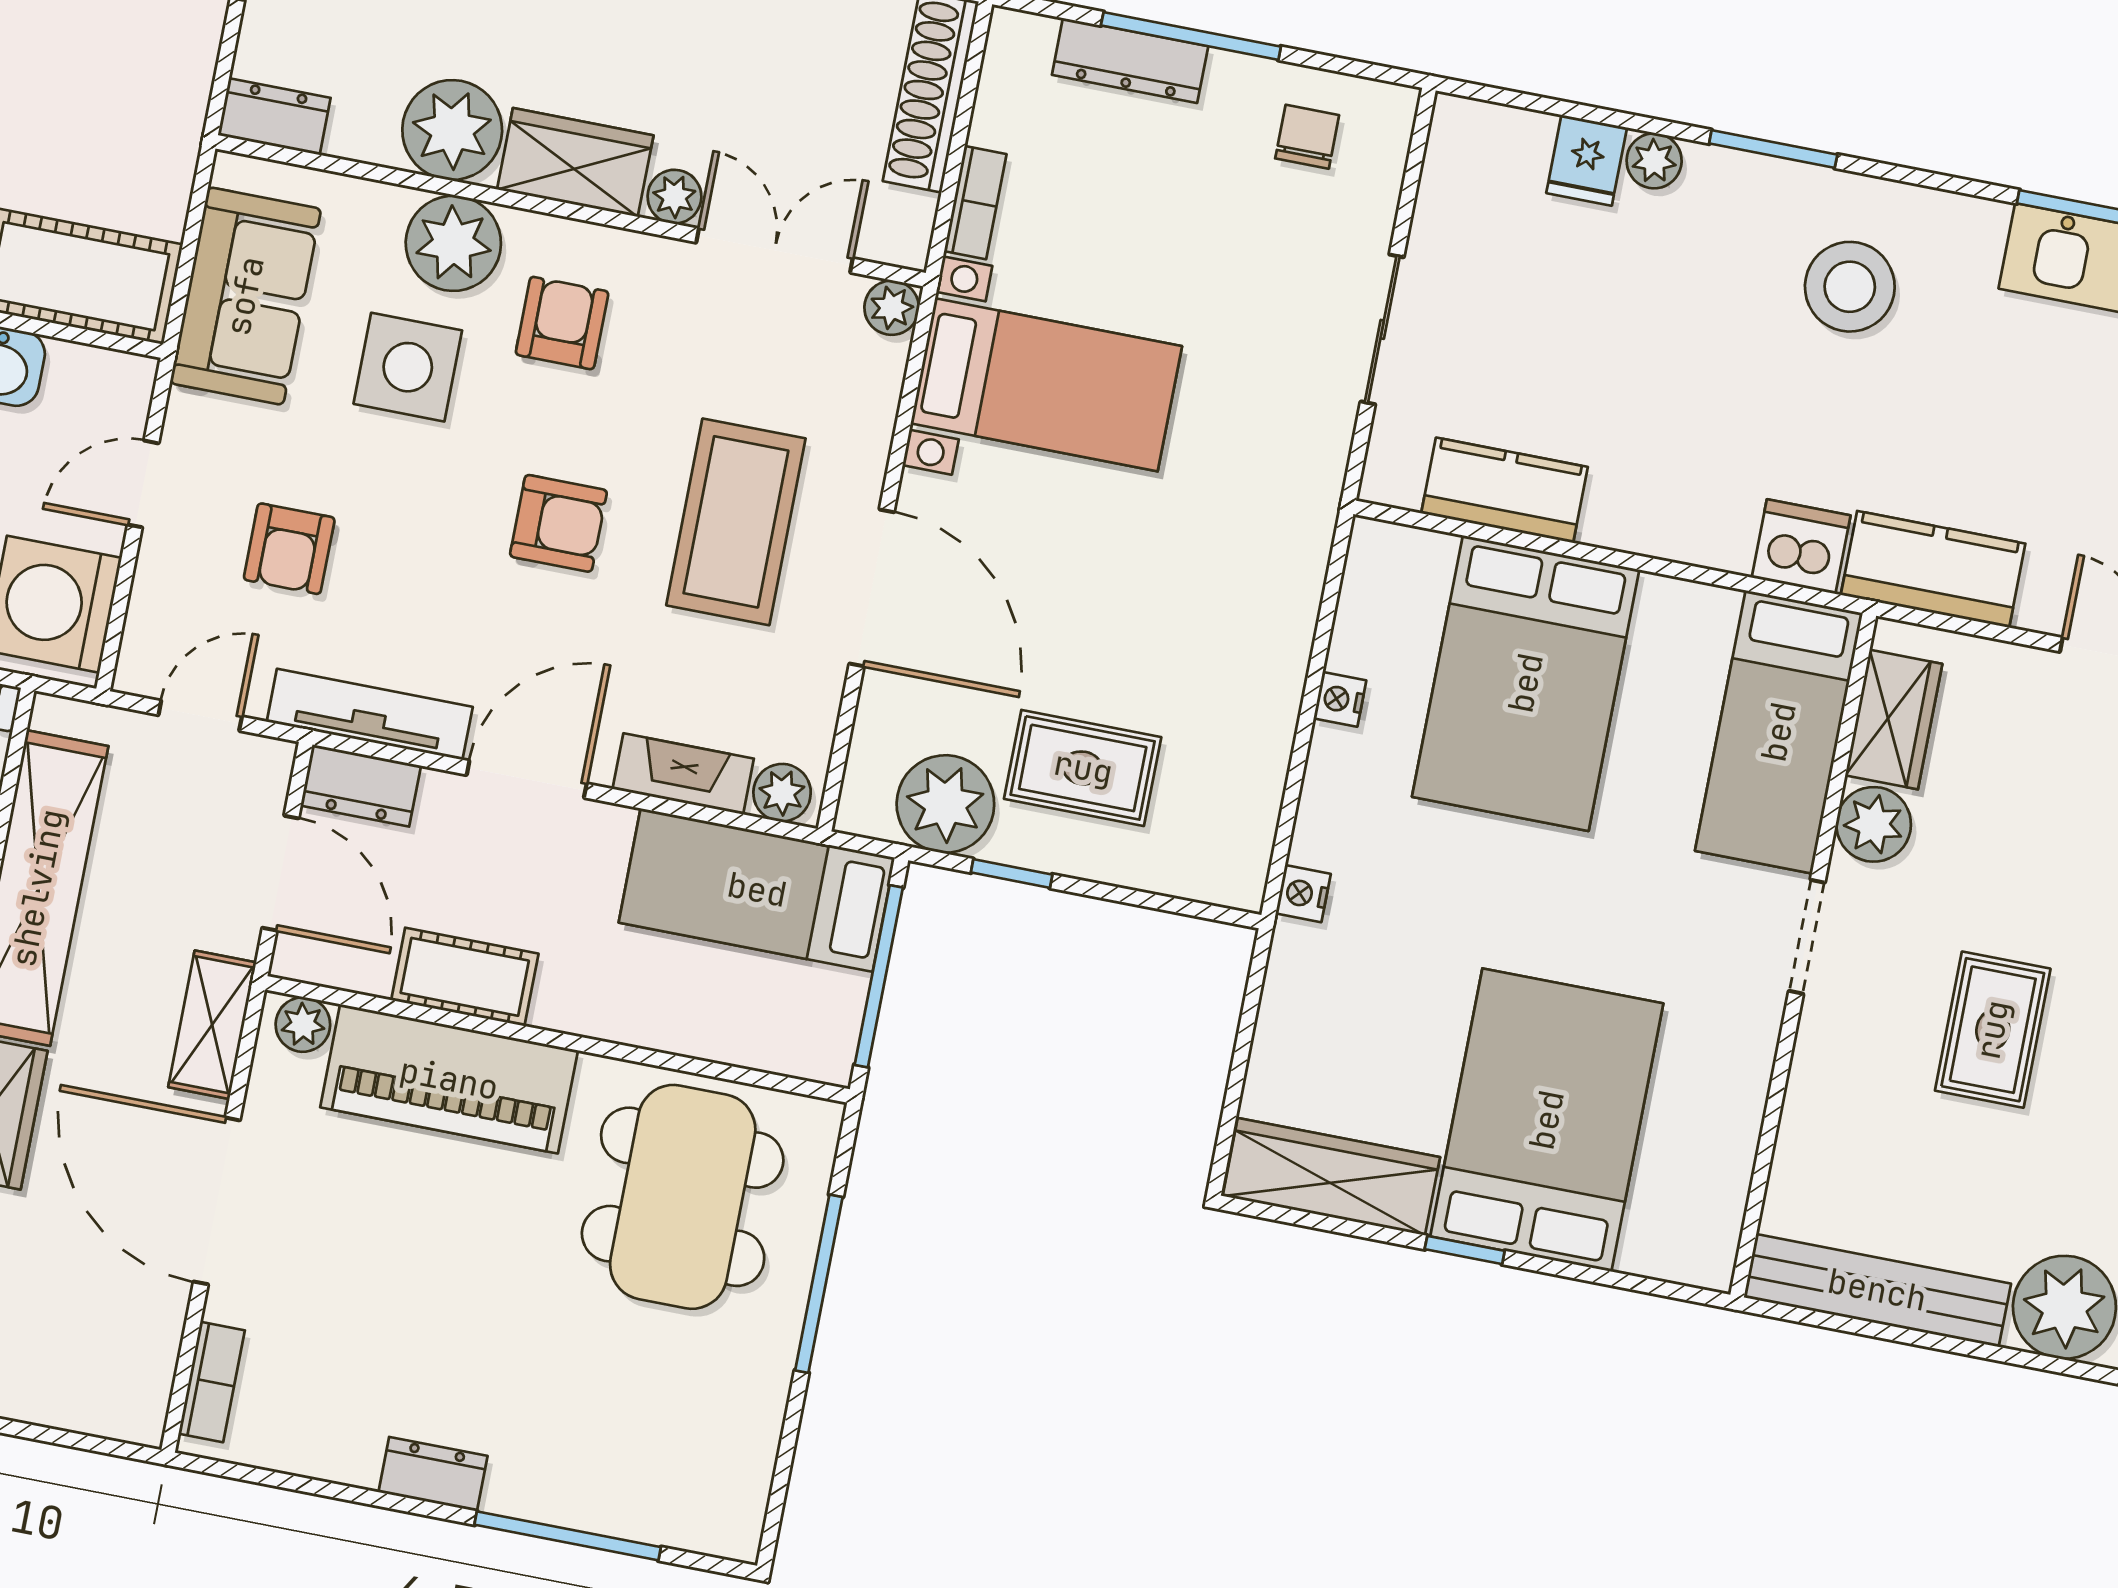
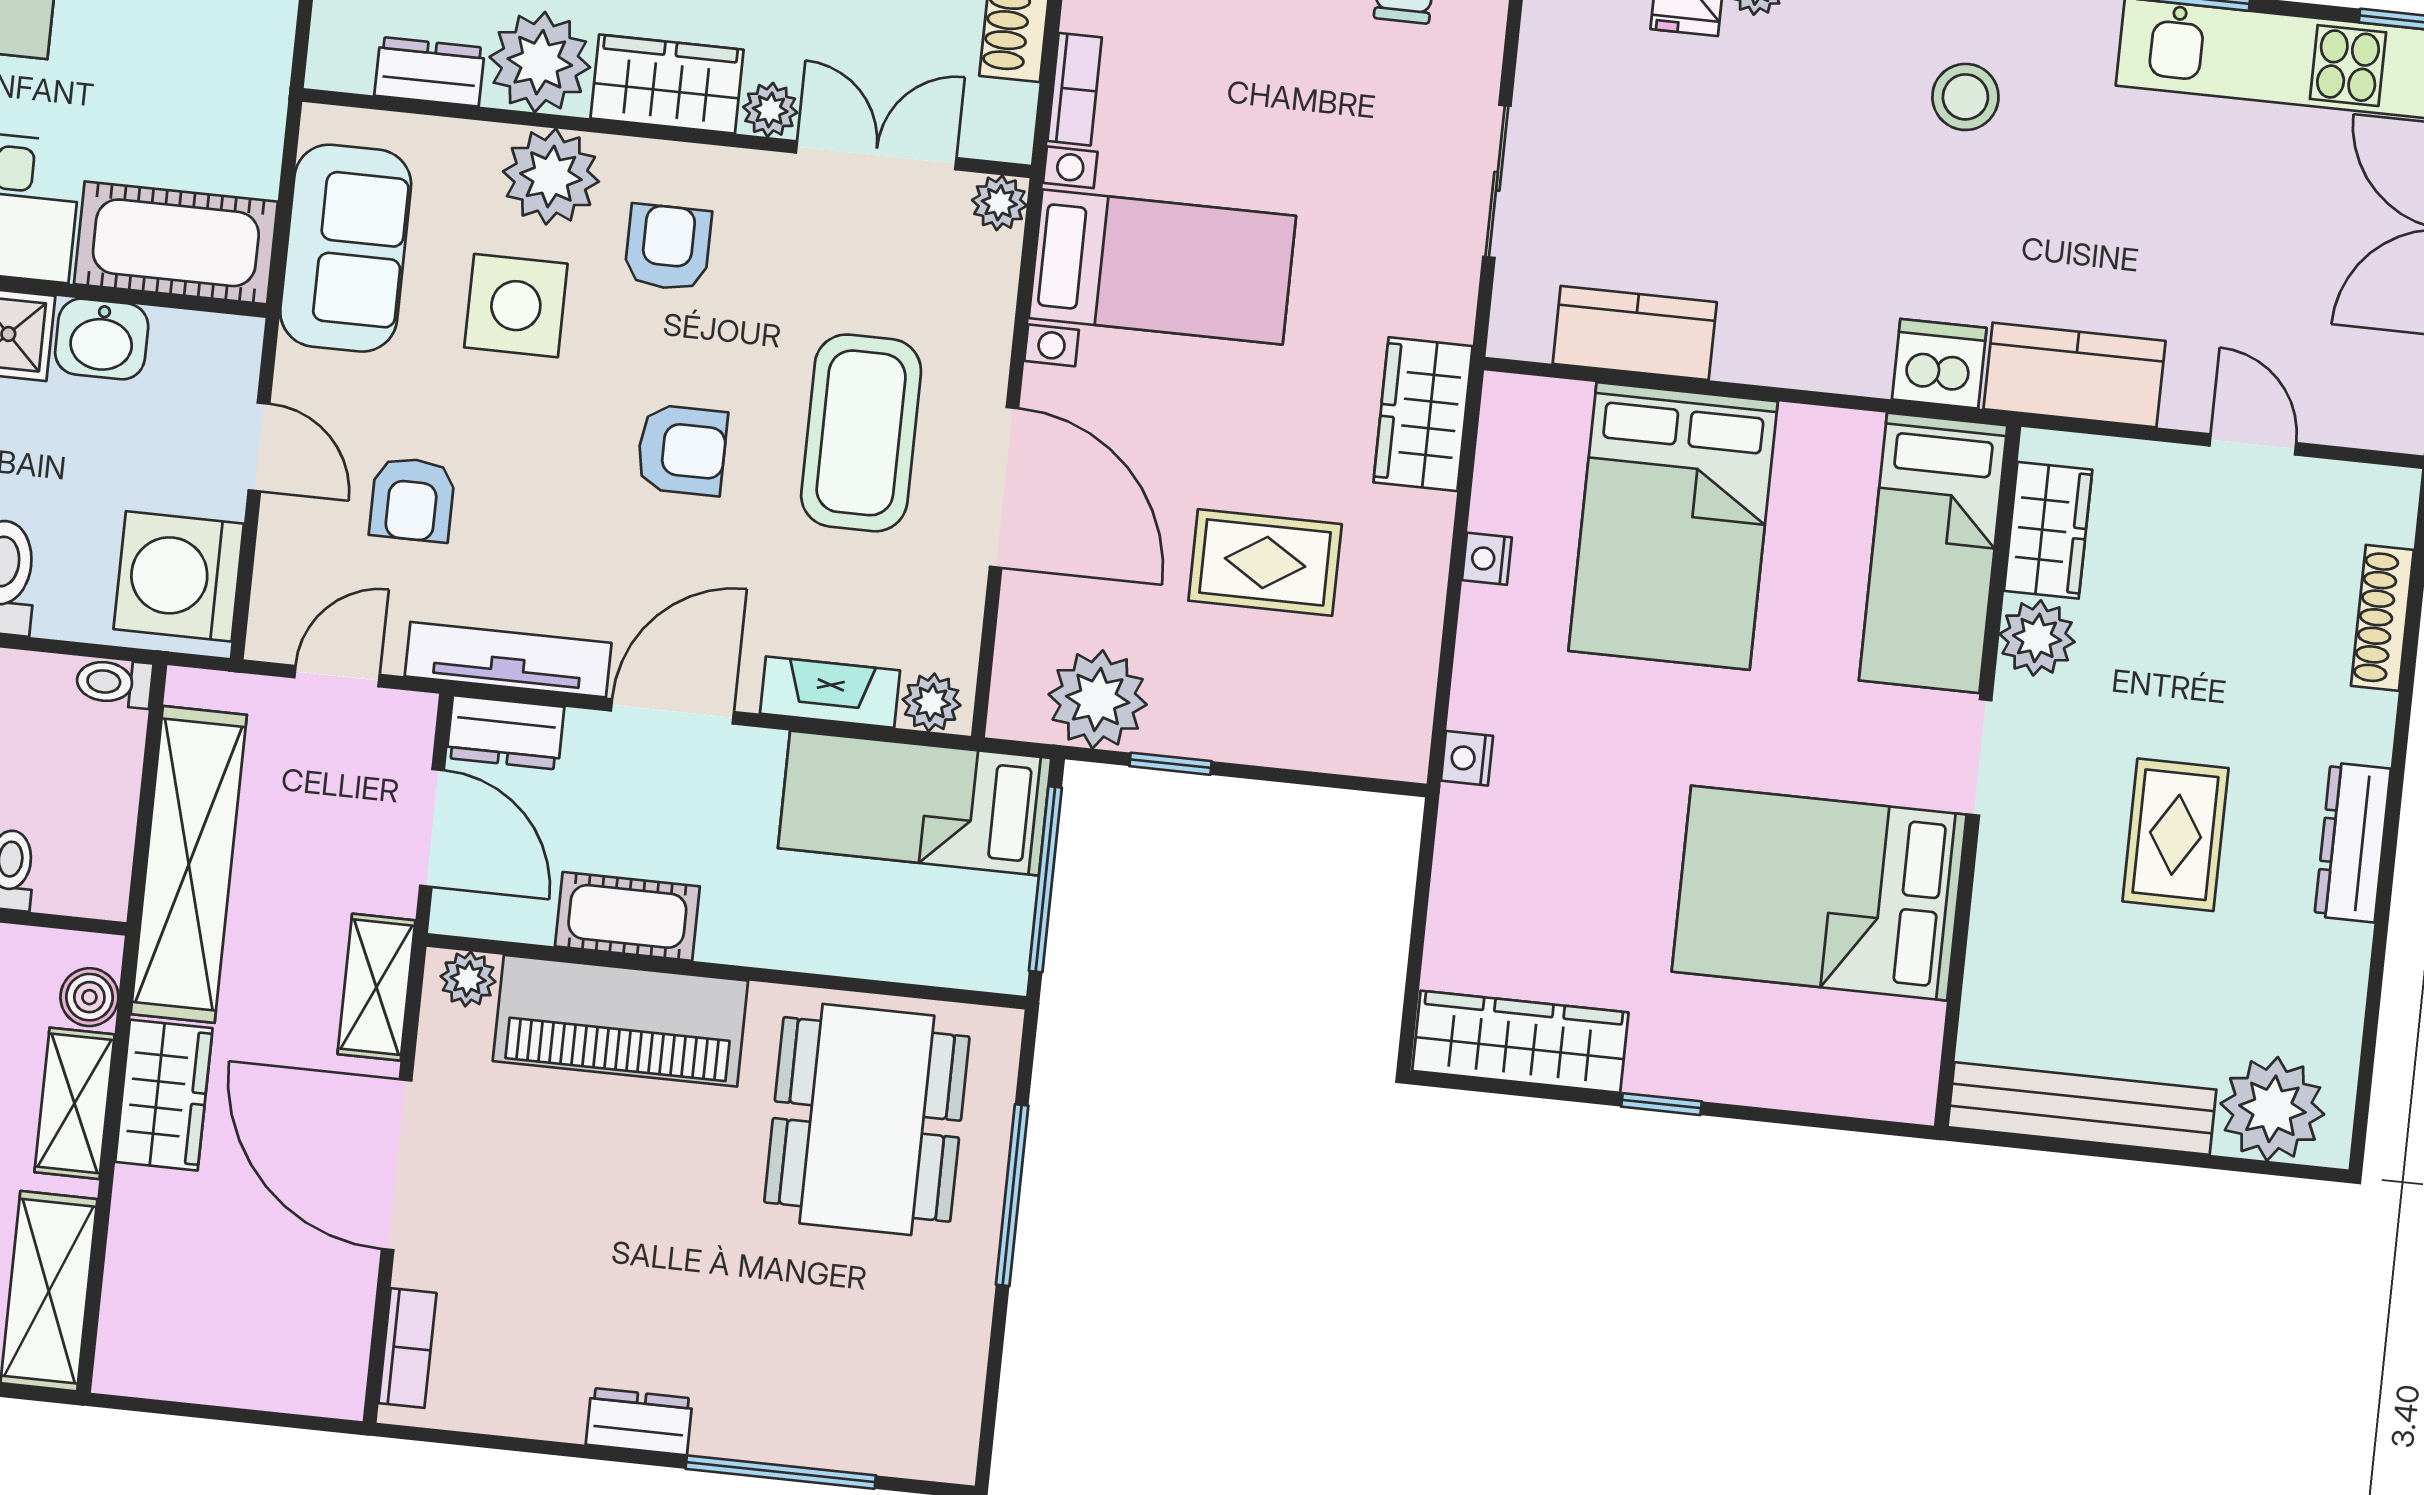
dresser: (274, 117) -> (430, 72), moved
stool: (1850, 287) -> (1965, 97), width x0.73, depth x0.73
door: (143, 484) -> (259, 447), swing flipped
wardrobe: (1290, 552) -> (1423, 414), added
rug: (1083, 768) -> (1265, 562), moved
bed: (1547, 1120) -> (1819, 893), moved, turned -90

